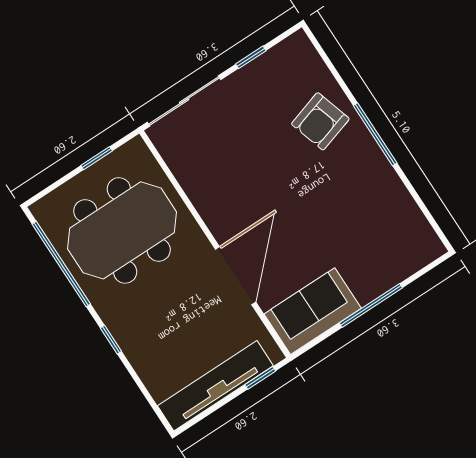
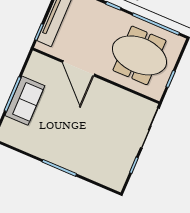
armchair: (320, 121) -> (86, 158), removed
meeting table: (122, 230) -> (139, 55), turned 90
sofa: (313, 311) -> (25, 101), moved

